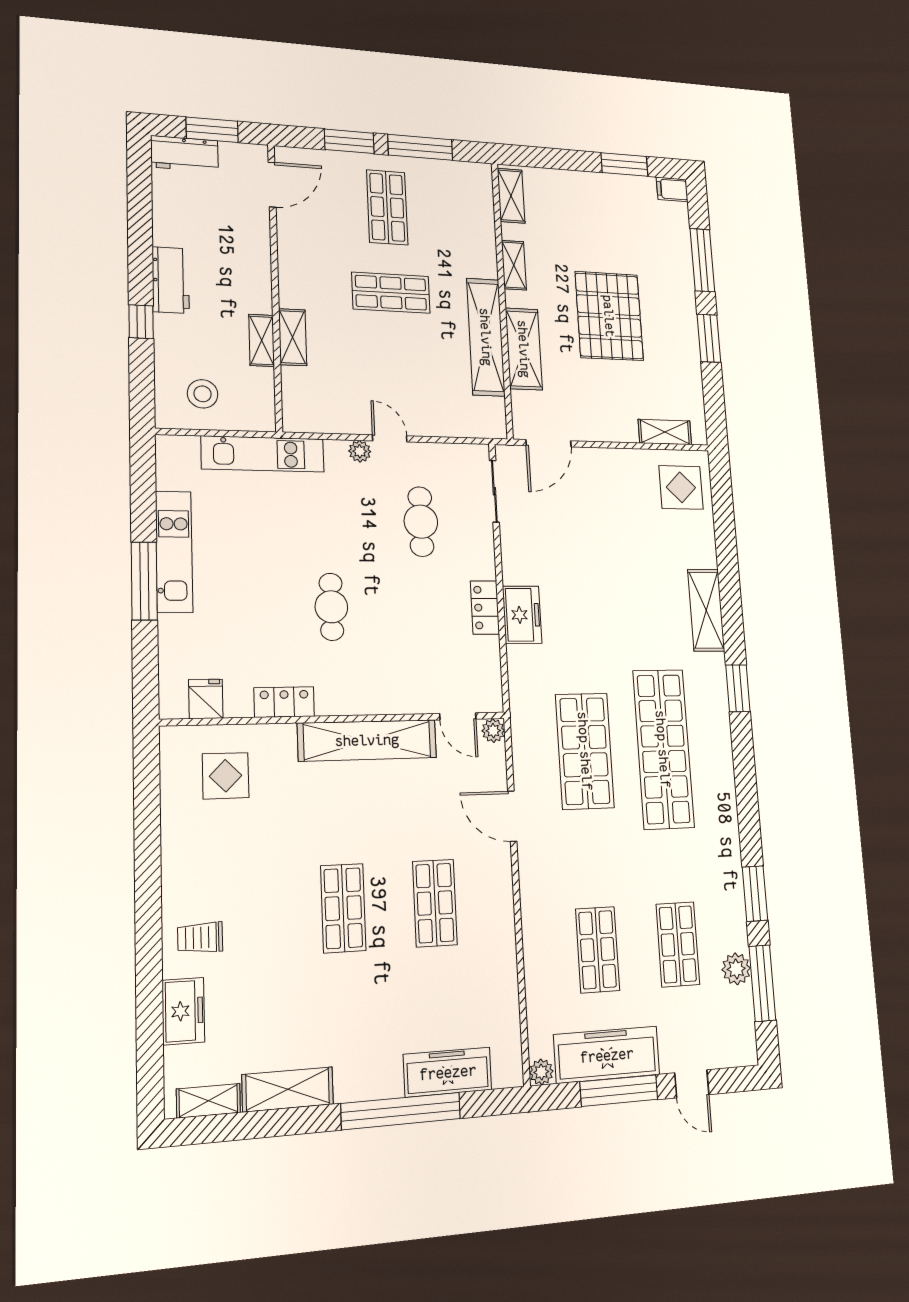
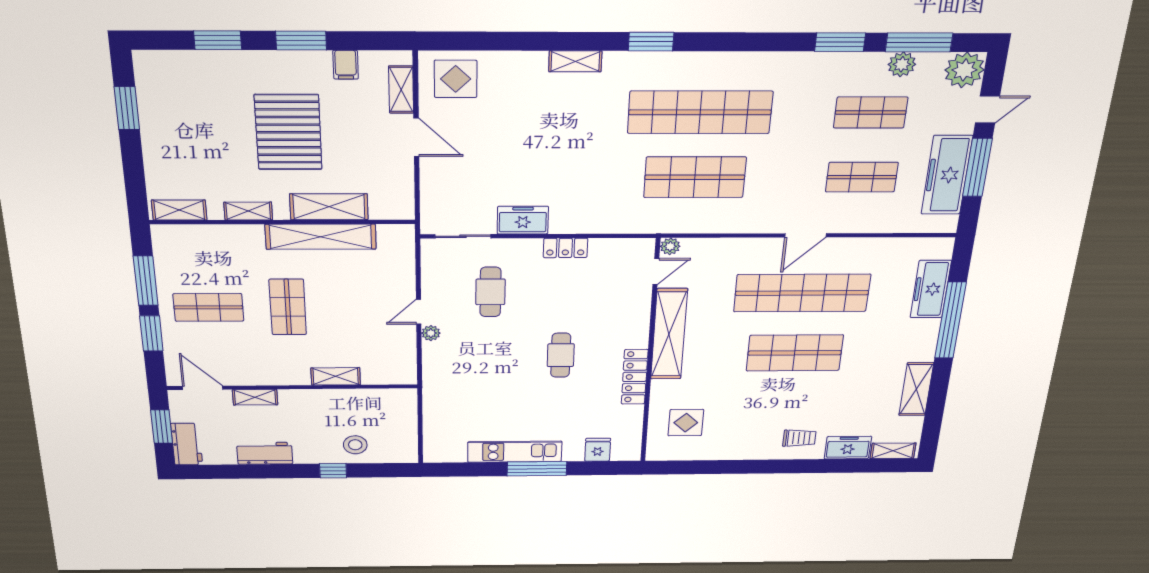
filing cabinet: (672, 189) -> (346, 65), moved
window: (702, 260) -> (218, 40), width x0.69
workbench: (171, 280) -> (265, 453), moved
pallet: (609, 316) -> (288, 132), turned 90
shelving: (262, 340) -> (255, 397), moved
stool: (203, 394) -> (355, 445), moved
door: (549, 443) -> (416, 137), moved
kitchen unit: (263, 454) -> (436, 397), removed
cafe table: (421, 522) -> (490, 292), turned 90
cafe table: (331, 607) -> (561, 355), turned 90
shelving: (706, 610) -> (575, 61), width x0.67, depth x0.75
freezer: (522, 615) -> (523, 220), moved
fridge: (206, 699) -> (598, 450), moved, turned 90
locker: (284, 702) -> (635, 377), width x1.53
door: (512, 816) -> (805, 235), moved
shop shelf: (435, 903) -> (802, 293), width x2.00, depth x1.36
shop shelf: (343, 908) -> (795, 353), width x1.43, depth x1.36
trolley: (200, 938) -> (799, 438), turned -90
plant: (541, 1072) -> (964, 70), moved, width x1.87, depth x1.87
shelving: (208, 1101) -> (893, 451), moved, turned 90

